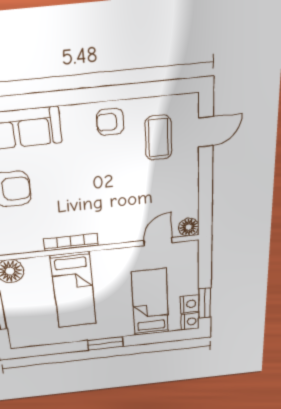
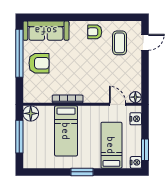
door: (158, 242) -> (117, 104), hinge flipped
nightstand: (190, 304) -> (136, 119), moved

